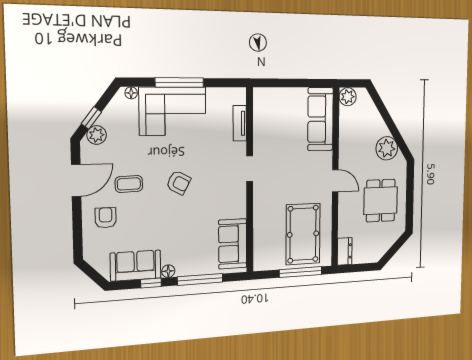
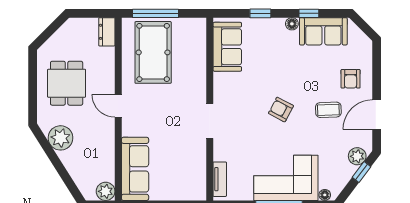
tv unit: (240, 123) -> (220, 179), moved
doorway: (250, 169) -> (210, 121), width x1.38
window: (200, 279) -> (260, 13), width x0.46

